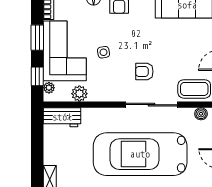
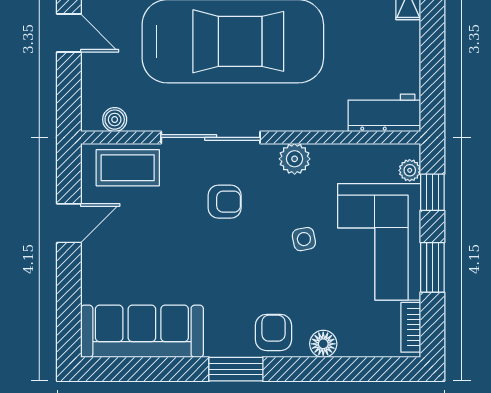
plant: (79, 94) -> (295, 159), moved

